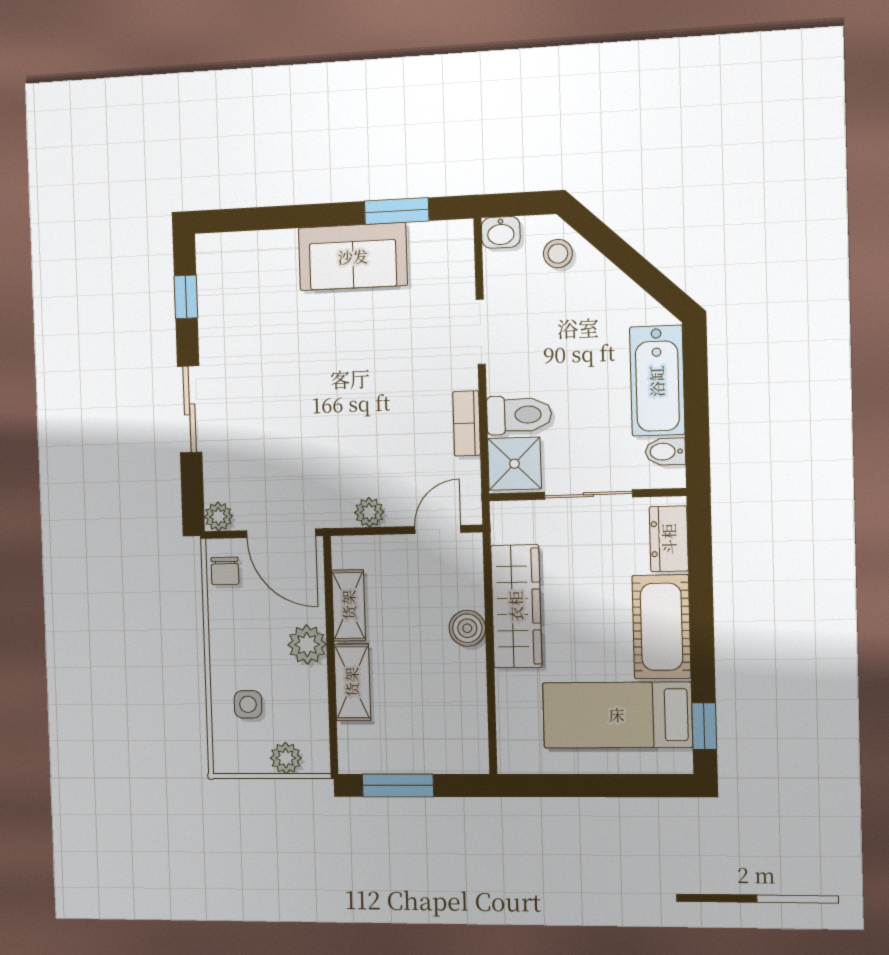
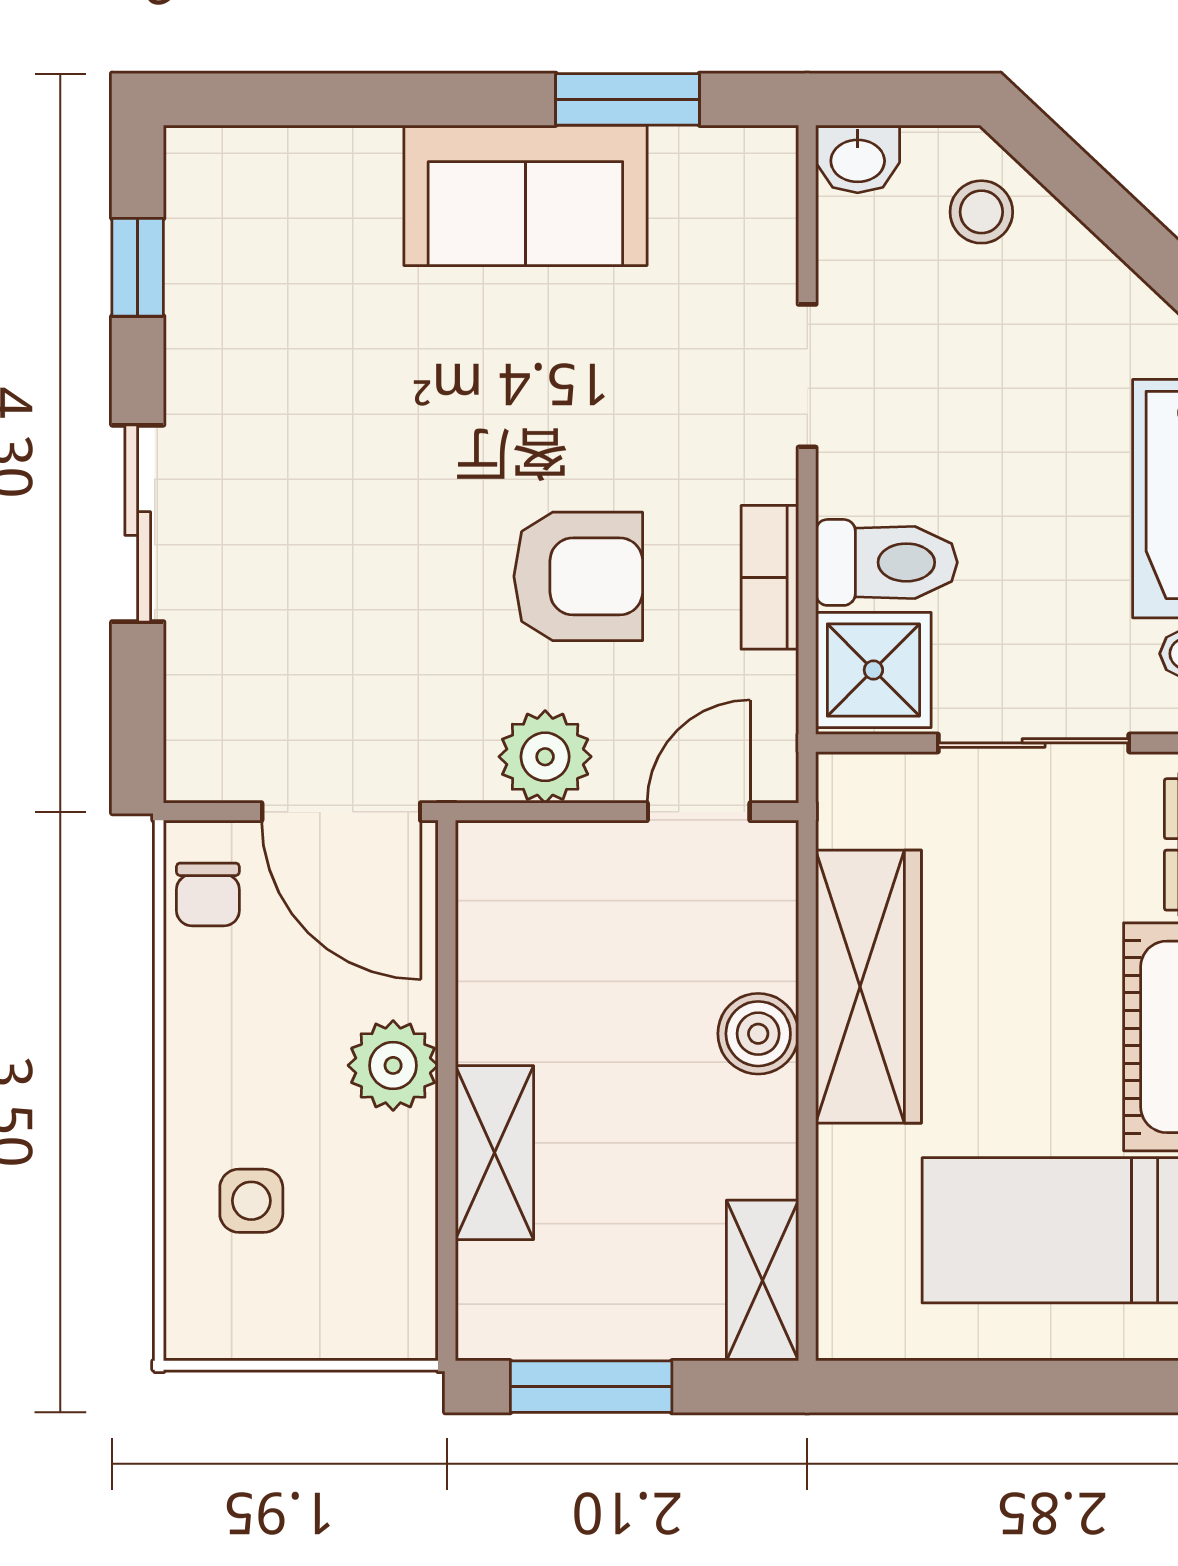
armchair: (381, 426) -> (578, 576), added
plant: (369, 512) -> (545, 757), width x1.38, depth x1.38
plant: (218, 517) -> (197, 770), removed
shelving: (349, 605) -> (762, 1281), moved
plant: (286, 758) -> (335, 1324), removed

